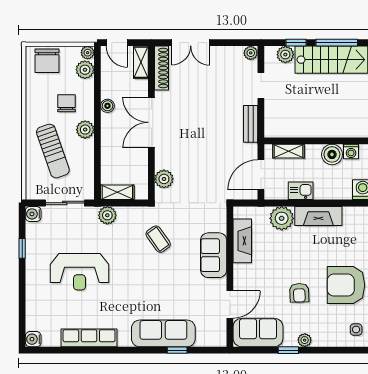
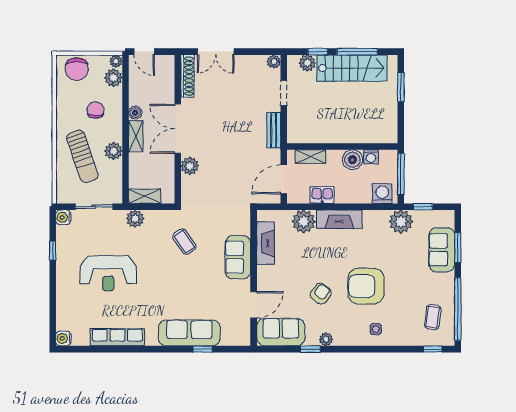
shelving: (141, 62) -> (136, 136), moved
plant: (85, 130) -> (114, 151), moved
plant: (164, 179) -> (190, 166), moved
armchair: (299, 293) -> (321, 294), turned -141

